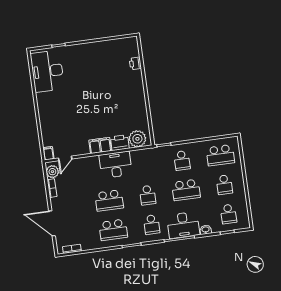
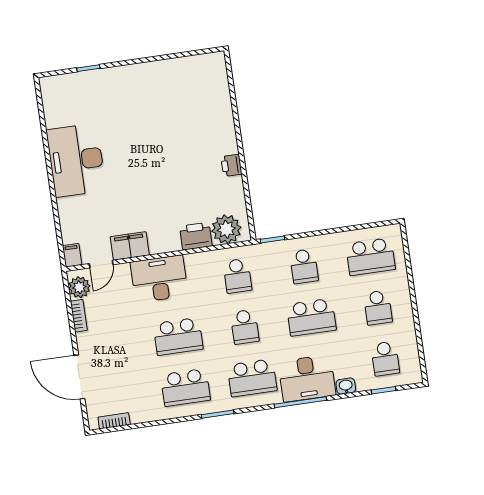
printer: (135, 63) -> (231, 165), moved
desk: (47, 71) -> (76, 160), moved
filing cabinet: (100, 146) -> (130, 246), moved
desk: (116, 165) -> (159, 279), moved
school desk: (144, 166) -> (237, 276), added
school desk: (152, 225) -> (252, 378), width x1.85

